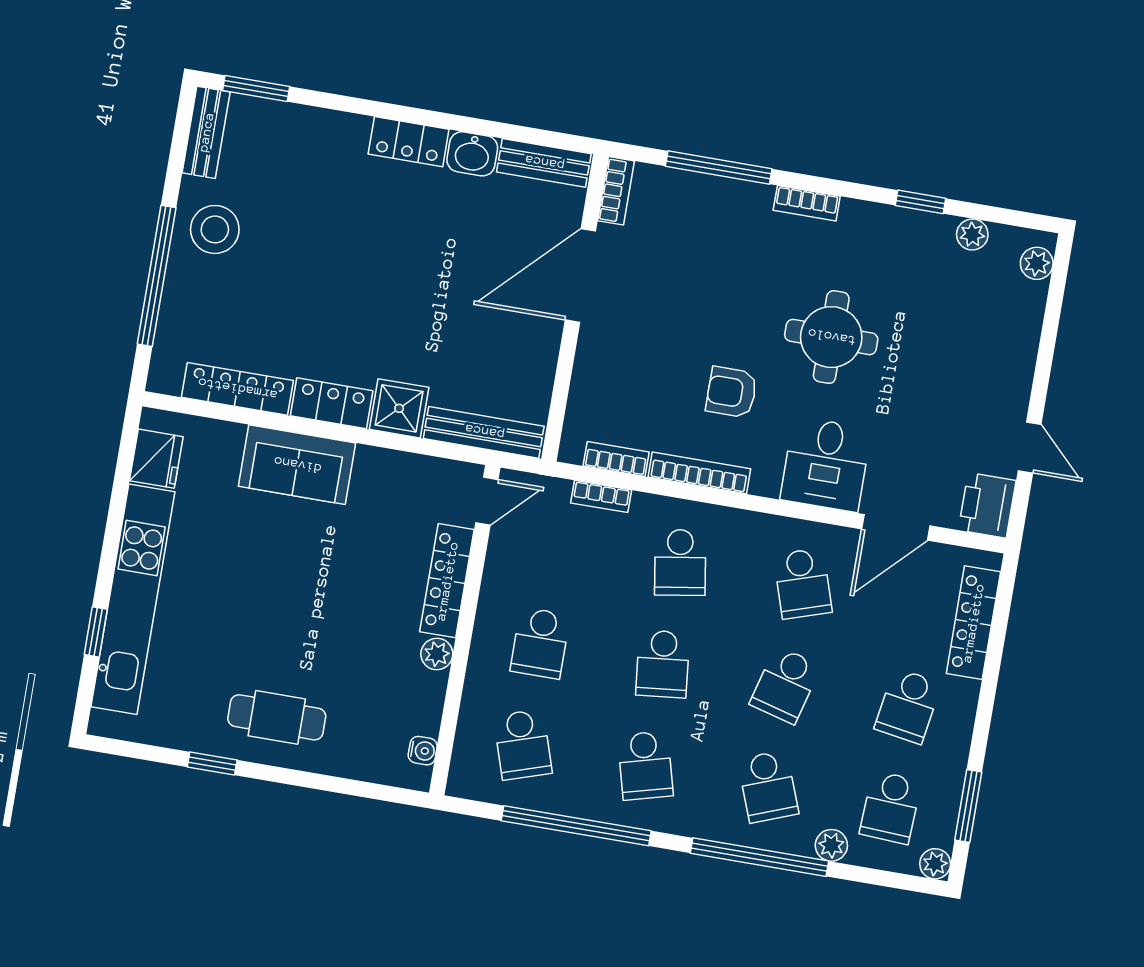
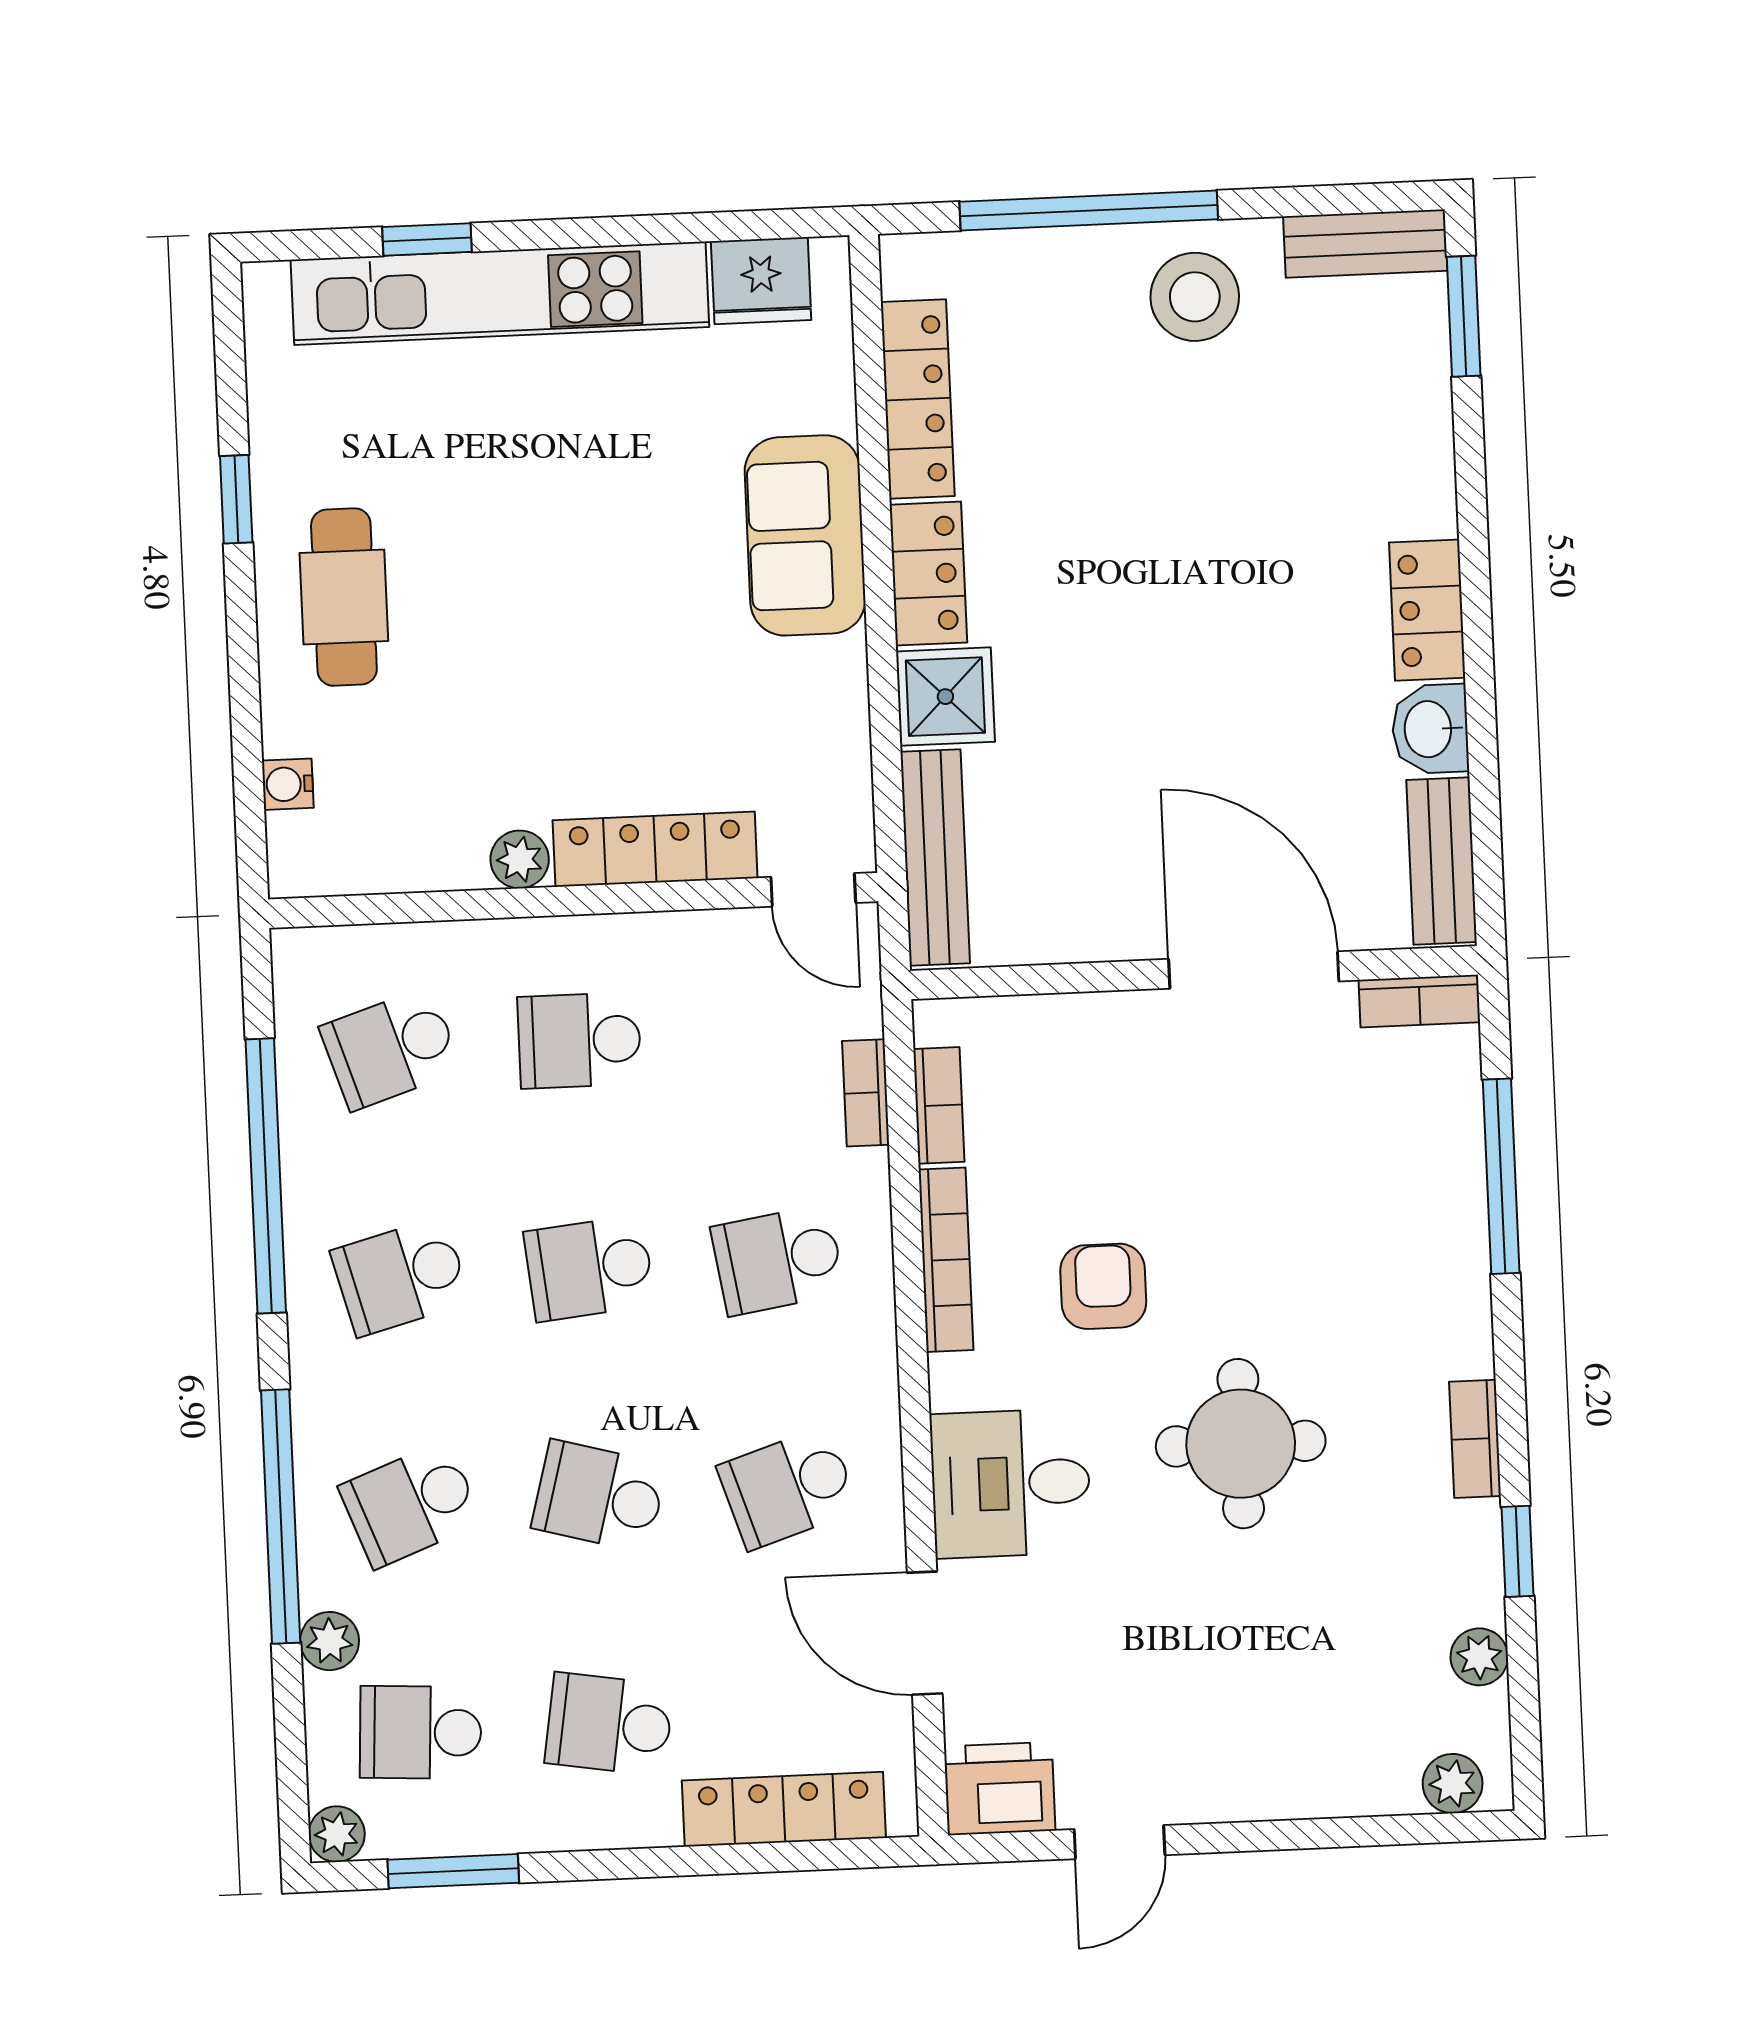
bookcase: (807, 203) -> (1475, 1439), moved
water cooler: (423, 751) -> (288, 784), moved, turned 90

